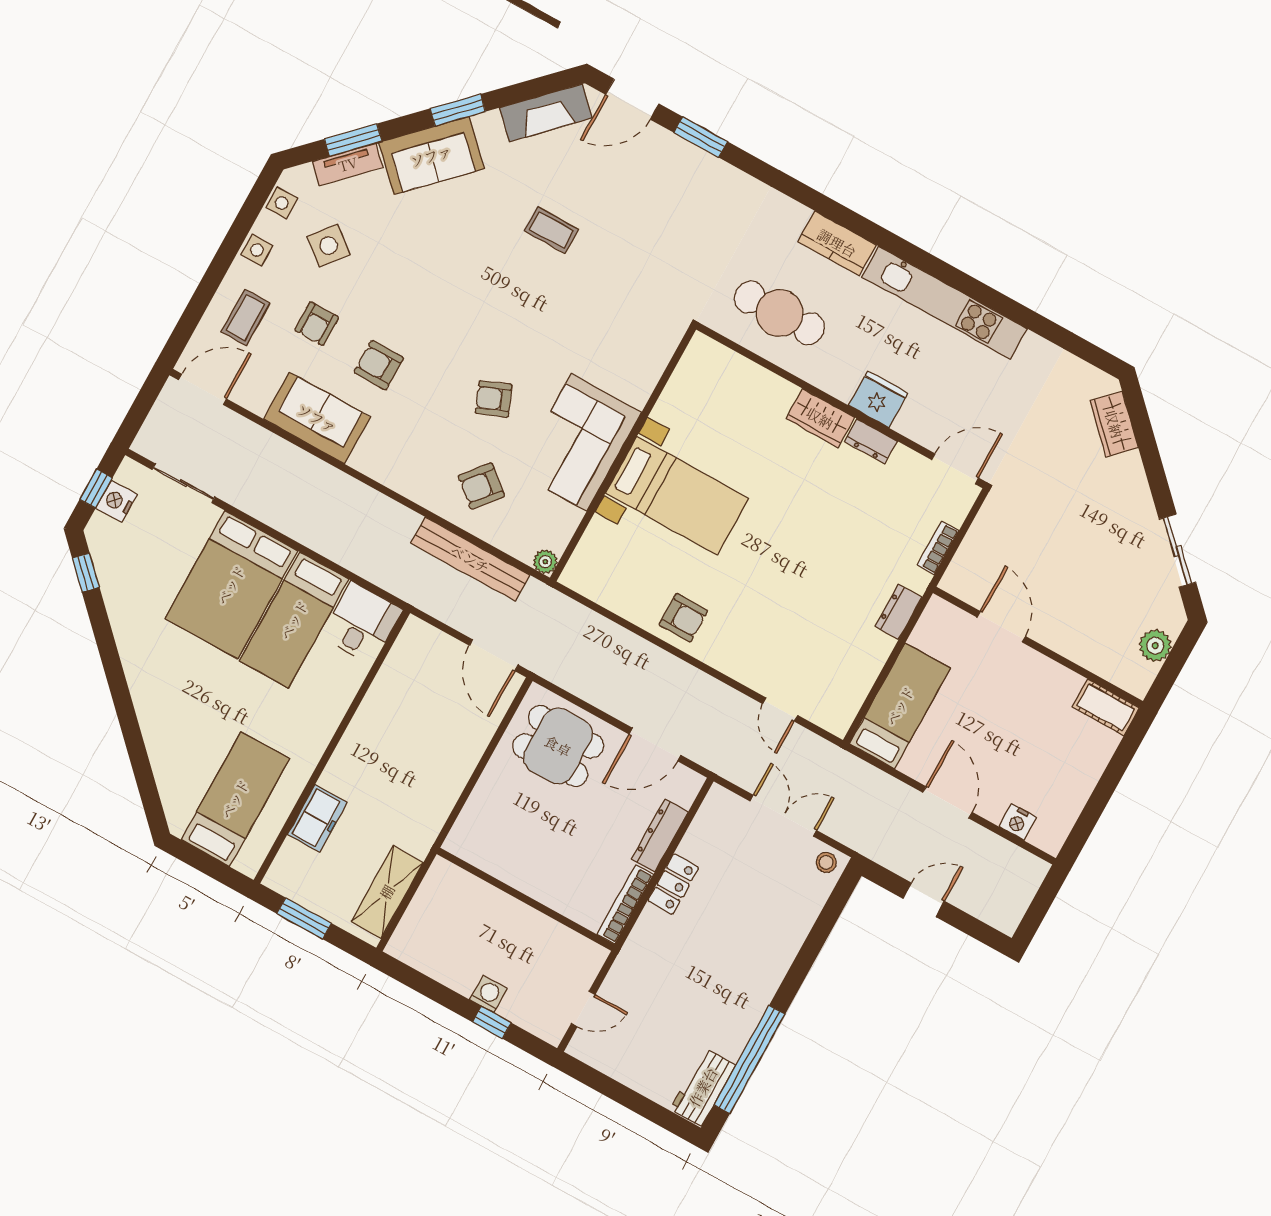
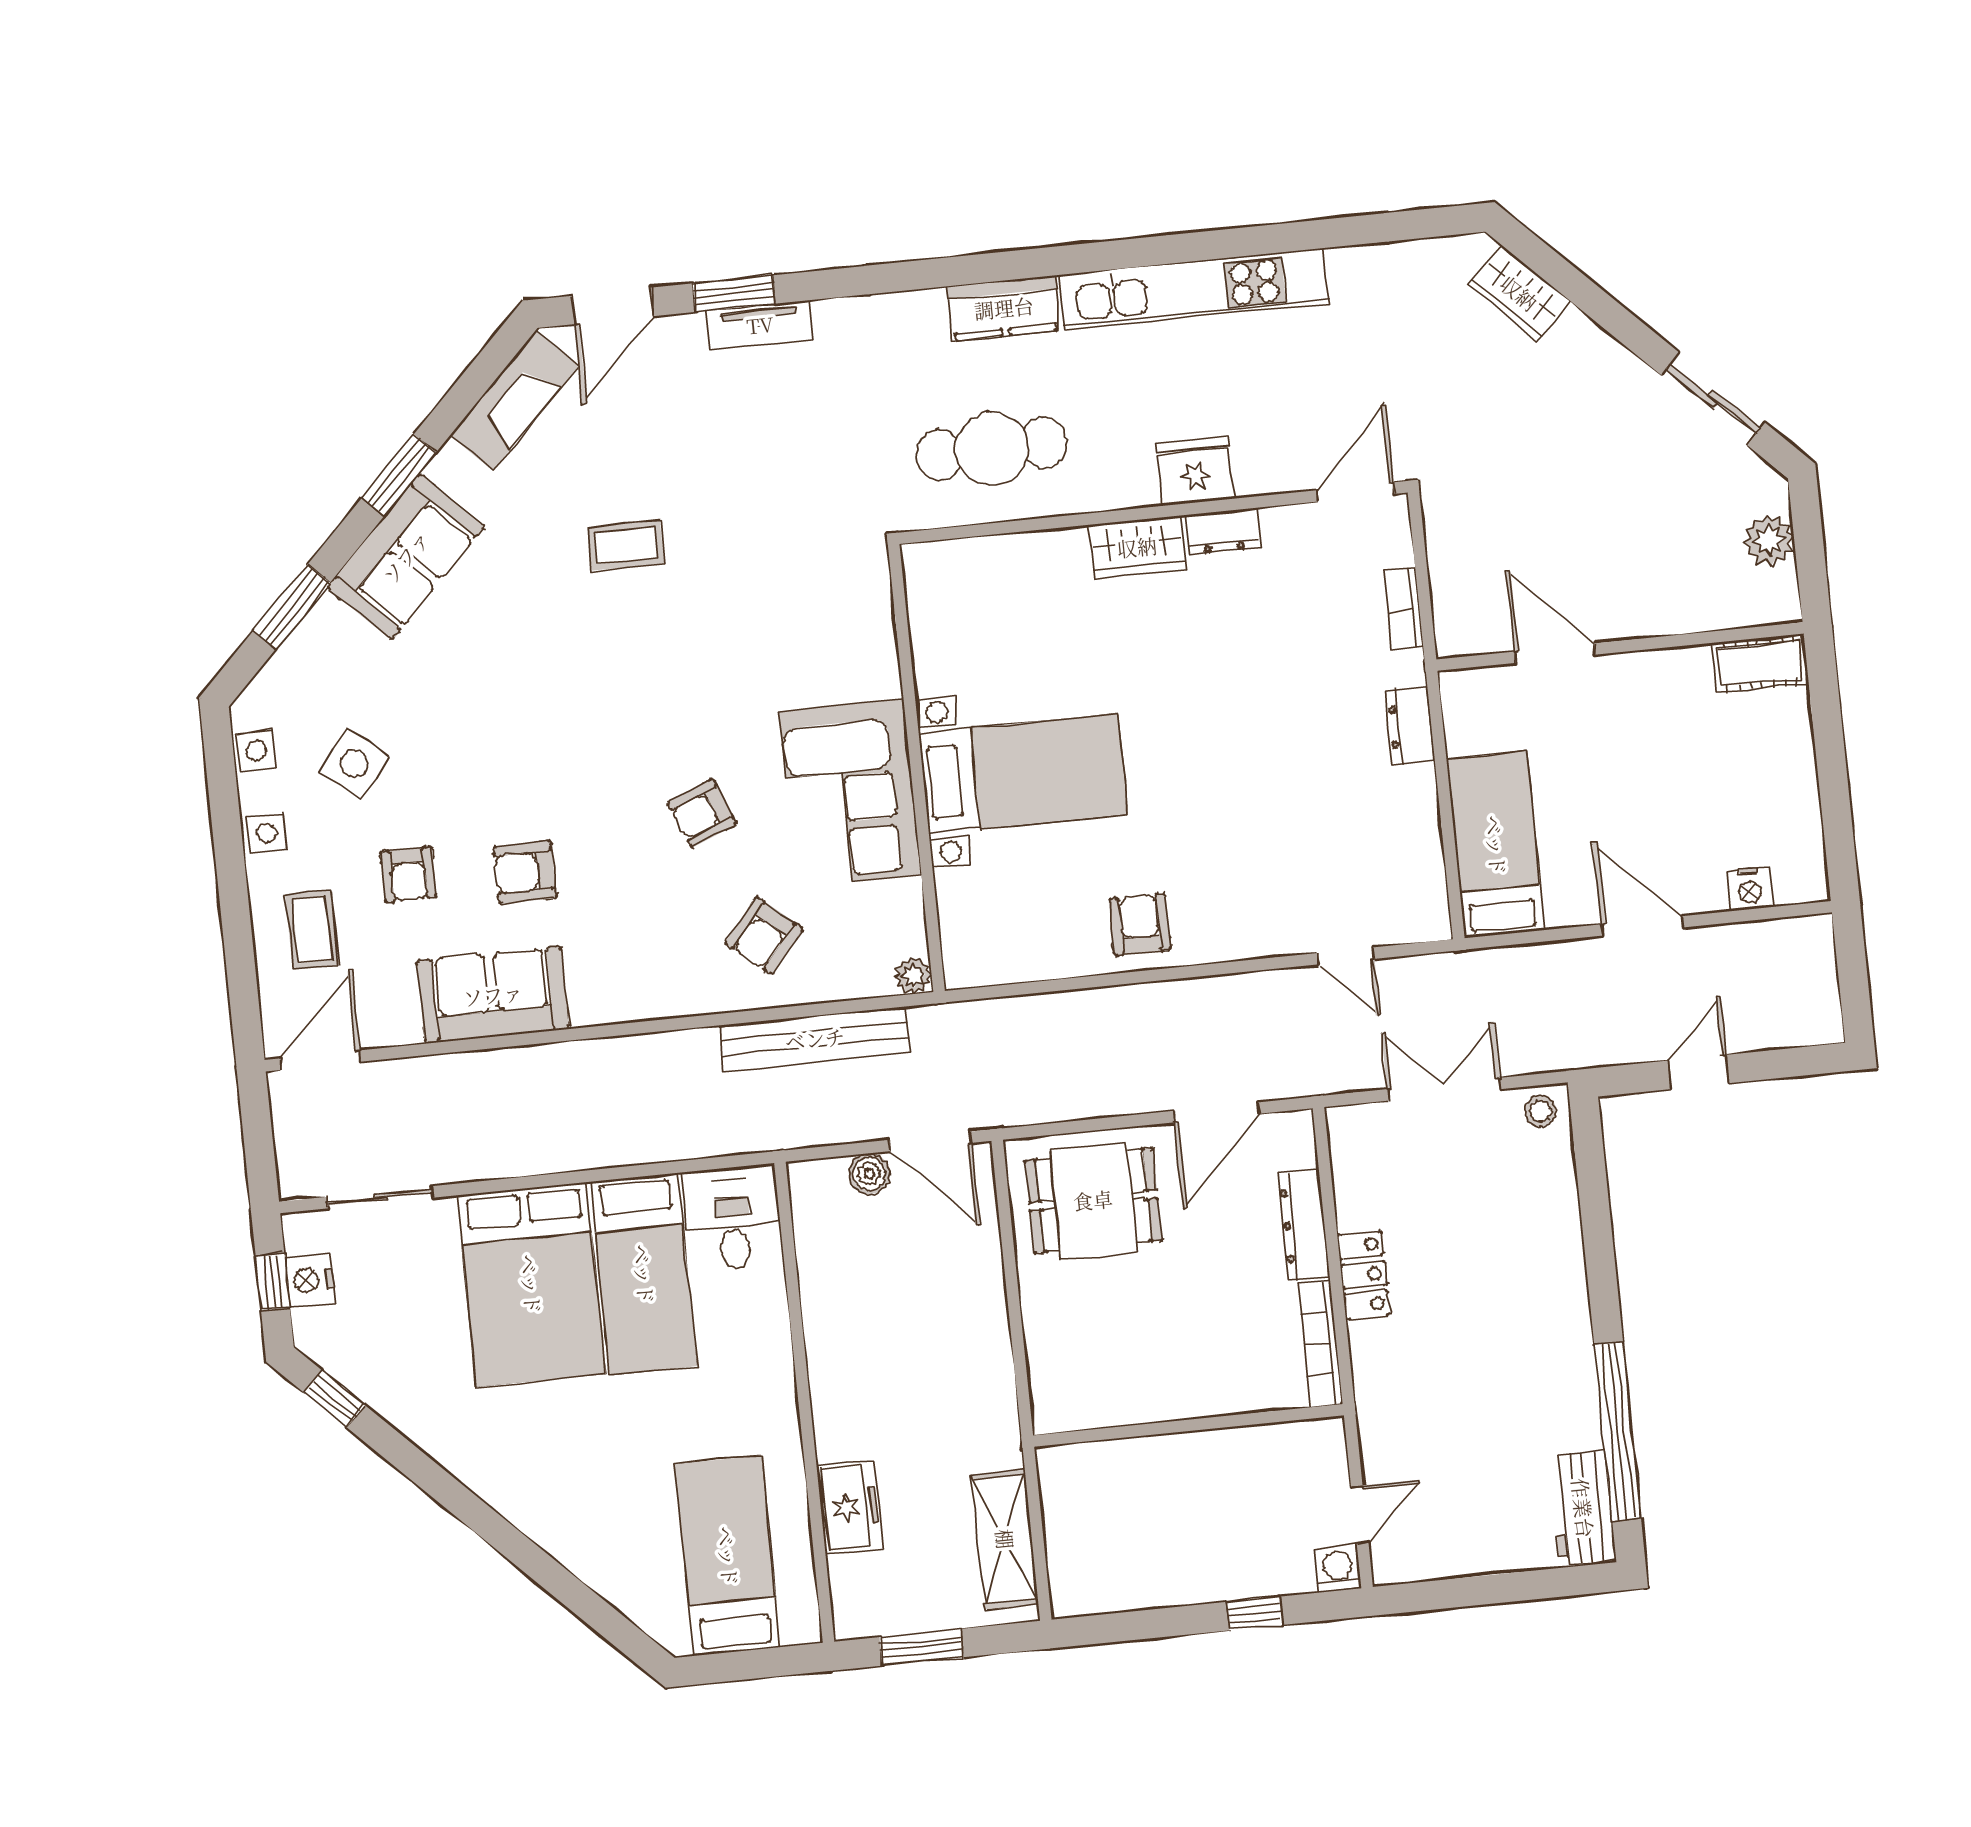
tv unit: (348, 164) -> (760, 325), moved, turned 45
armchair: (683, 618) -> (1140, 925), turned -90
boiler: (450, 650) -> (869, 1174), added
washing machine: (488, 994) -> (1338, 1569), moved

